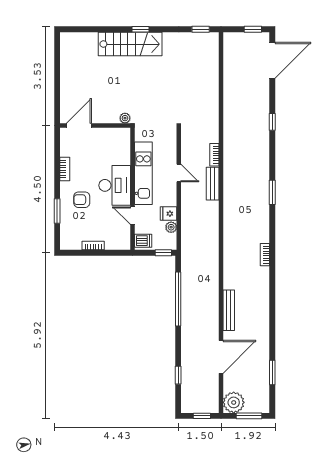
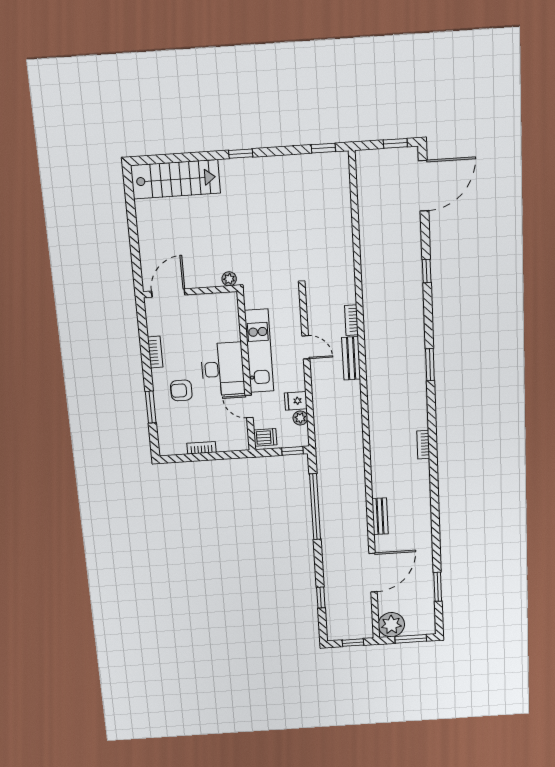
stairs: (130, 44) -> (175, 179), moved
bench: (229, 310) -> (380, 516), width x0.73

